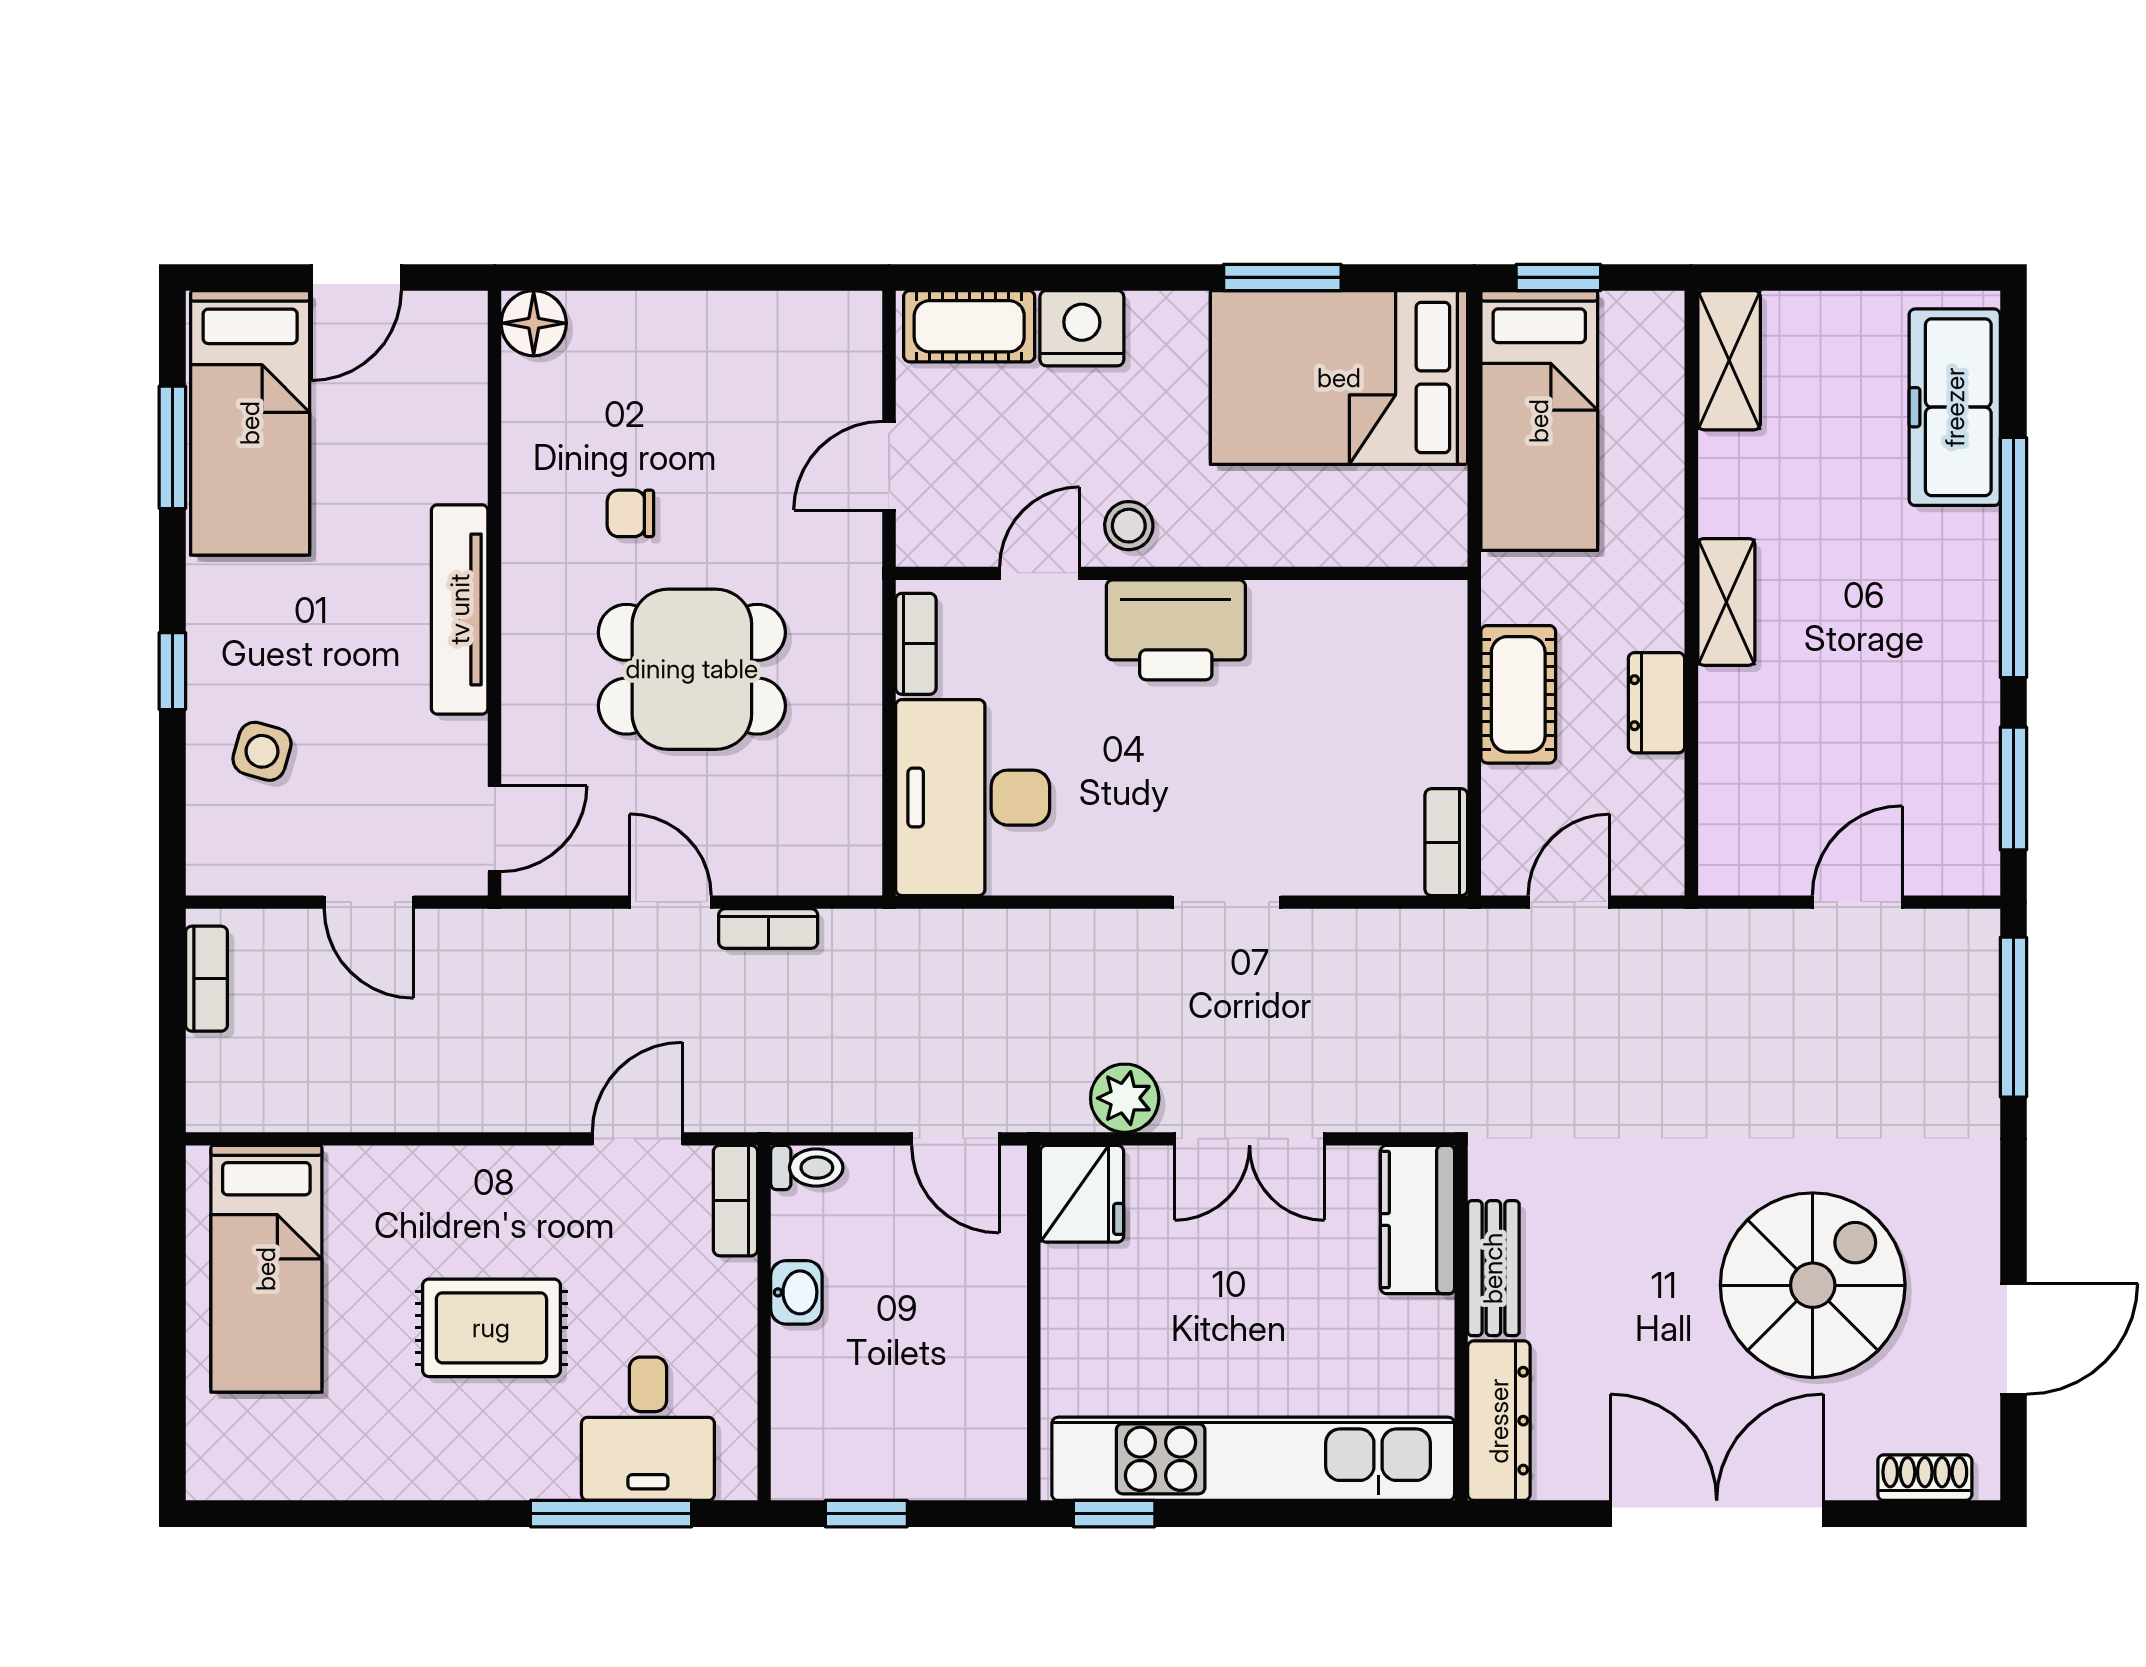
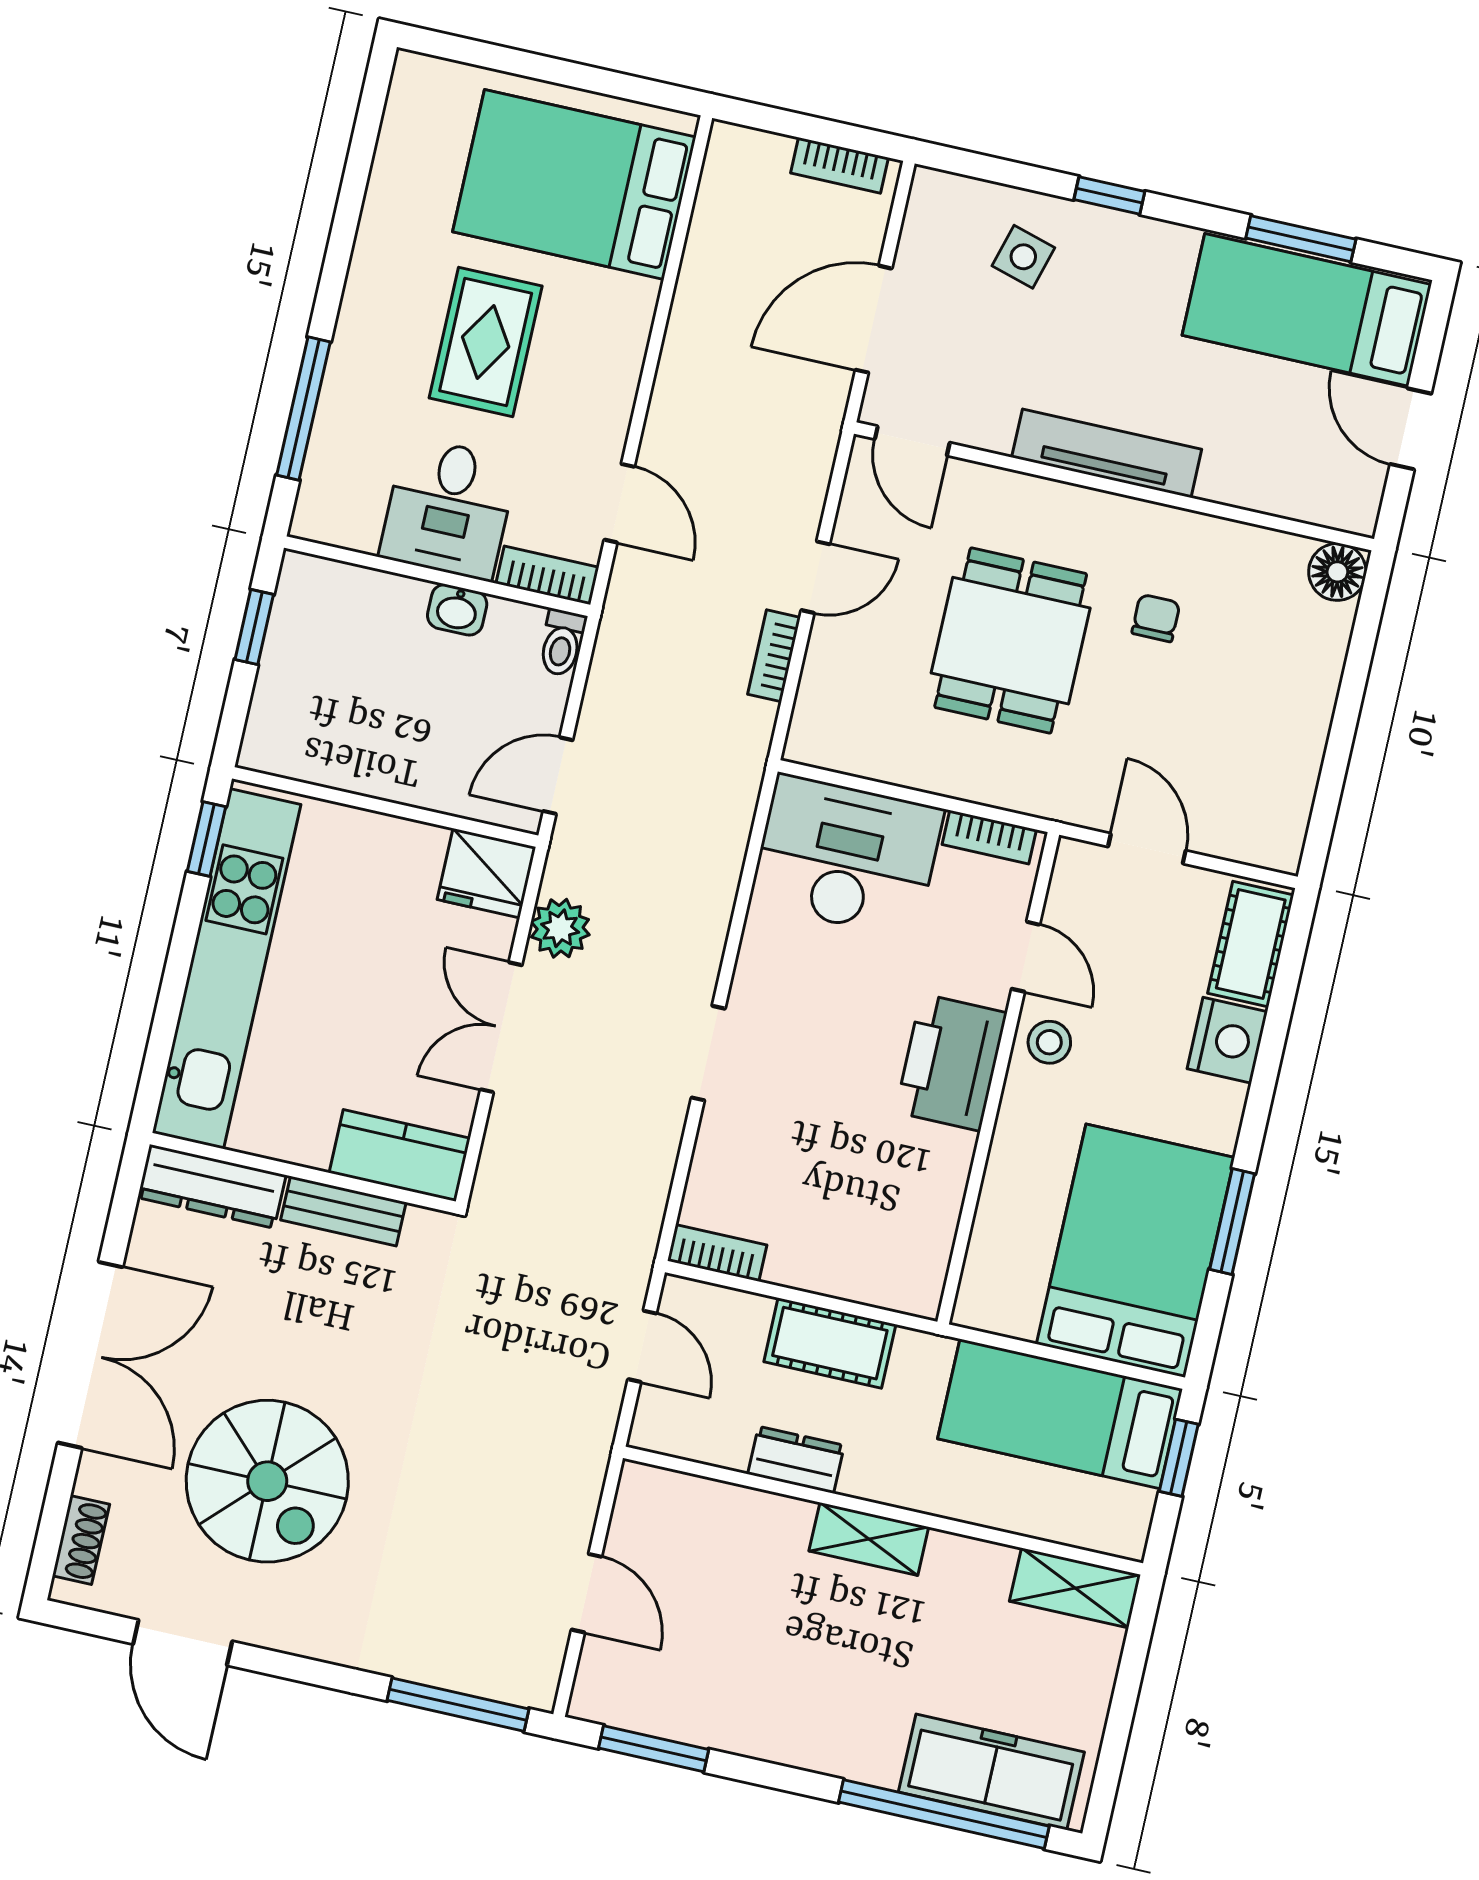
window: (2013, 558) -> (944, 1814), moved
door: (369, 902) -> (874, 319), width x1.38
bed: (266, 1269) -> (574, 184), width x1.50
desk: (648, 1429) -> (448, 508), moved, turned -90

